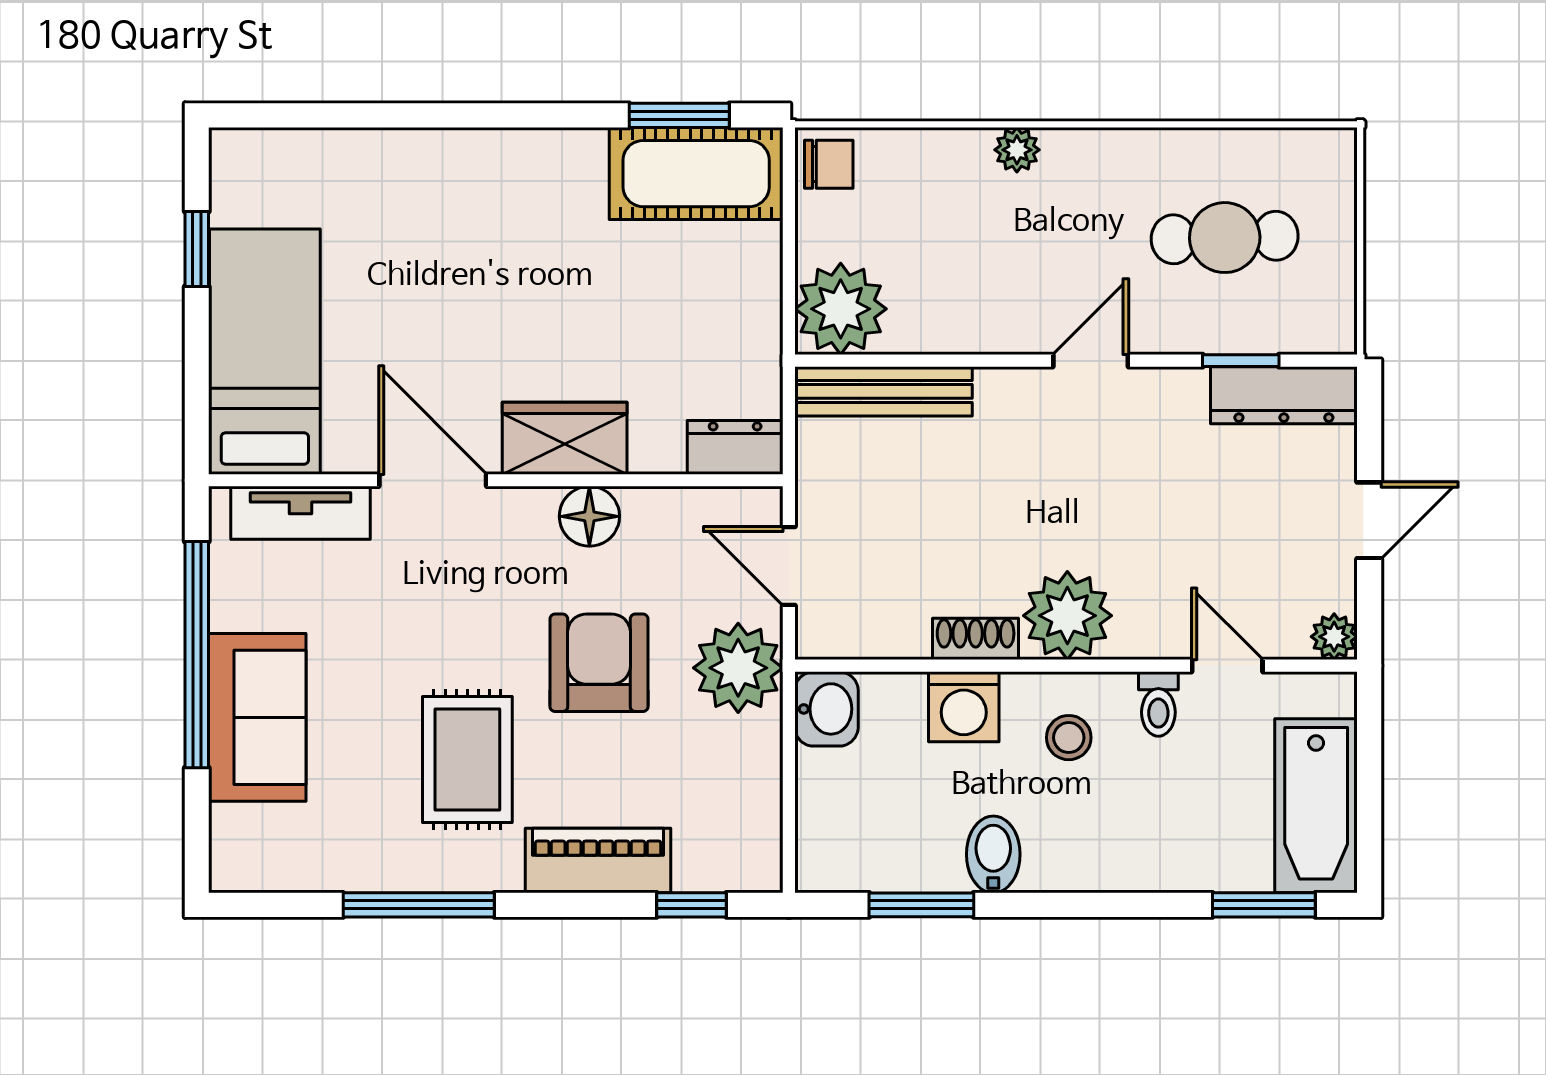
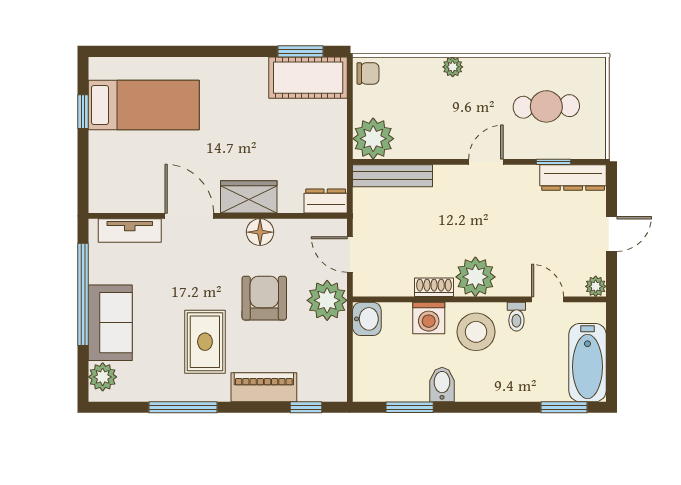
bed: (265, 352) -> (144, 105), moved, turned 90
stool: (1069, 738) -> (476, 332), width x1.89, depth x1.89
plant: (240, 838) -> (103, 377), added

